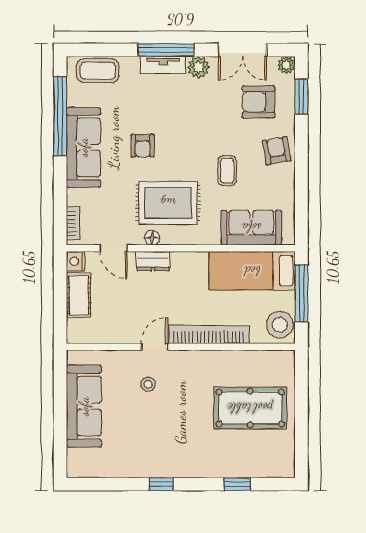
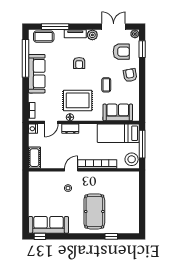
window: (166, 50) -> (55, 27), moved
double door: (242, 50) -> (114, 27), swing flipped
armchair: (258, 102) -> (121, 52), turned 180
armchair: (143, 146) -> (79, 63), moved
door: (114, 248) -> (51, 122), hinge flipped
cot: (79, 295) -> (34, 158), moved
sofa: (84, 406) -> (48, 225), moved, turned -90
pool table: (250, 408) -> (94, 211), moved, turned 90
window: (161, 484) -> (40, 236), moved

